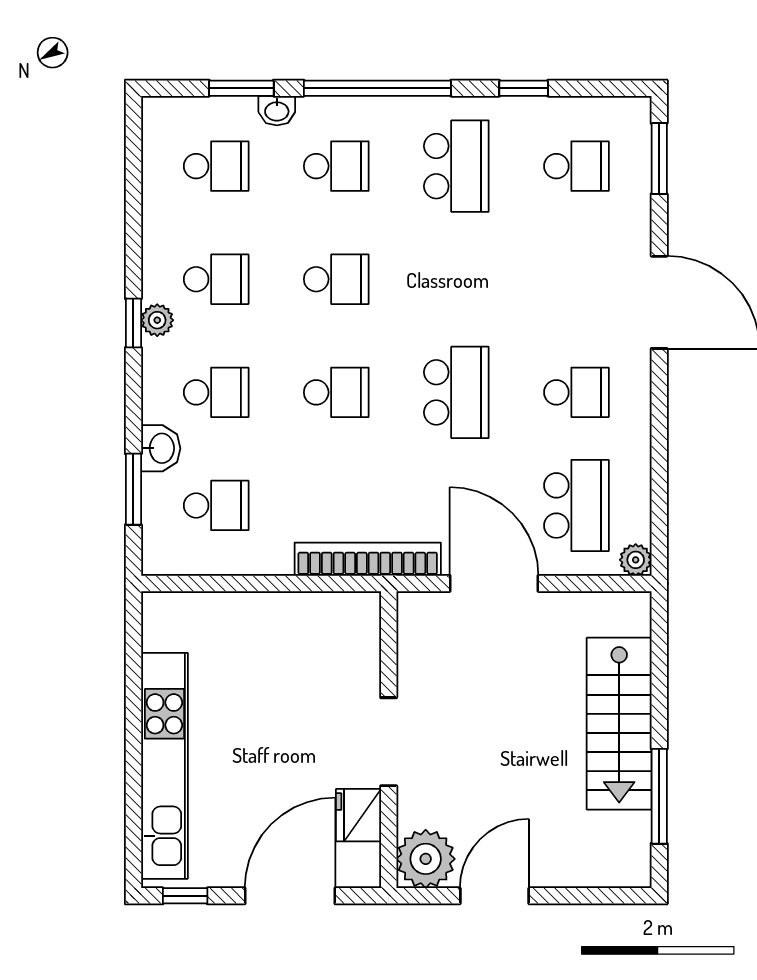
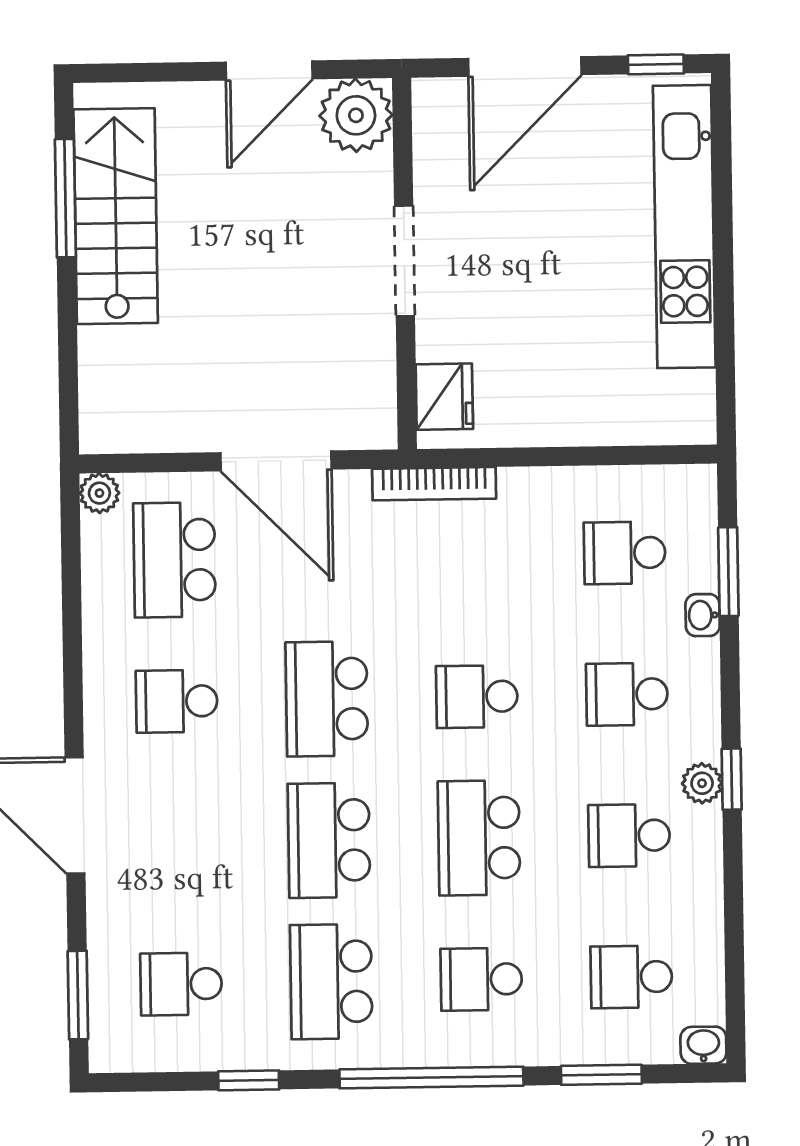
washbasin: (277, 111) -> (703, 1045), moved
school desk: (336, 279) -> (479, 838), width x1.85
school desk: (456, 279) -> (329, 840), added
washbasin: (161, 448) -> (703, 615), width x0.72, depth x0.69
bookcase: (368, 559) -> (434, 484), width x0.68, depth x0.76
stairs: (619, 724) -> (116, 216), moved
fridge: (359, 815) -> (444, 397), moved

